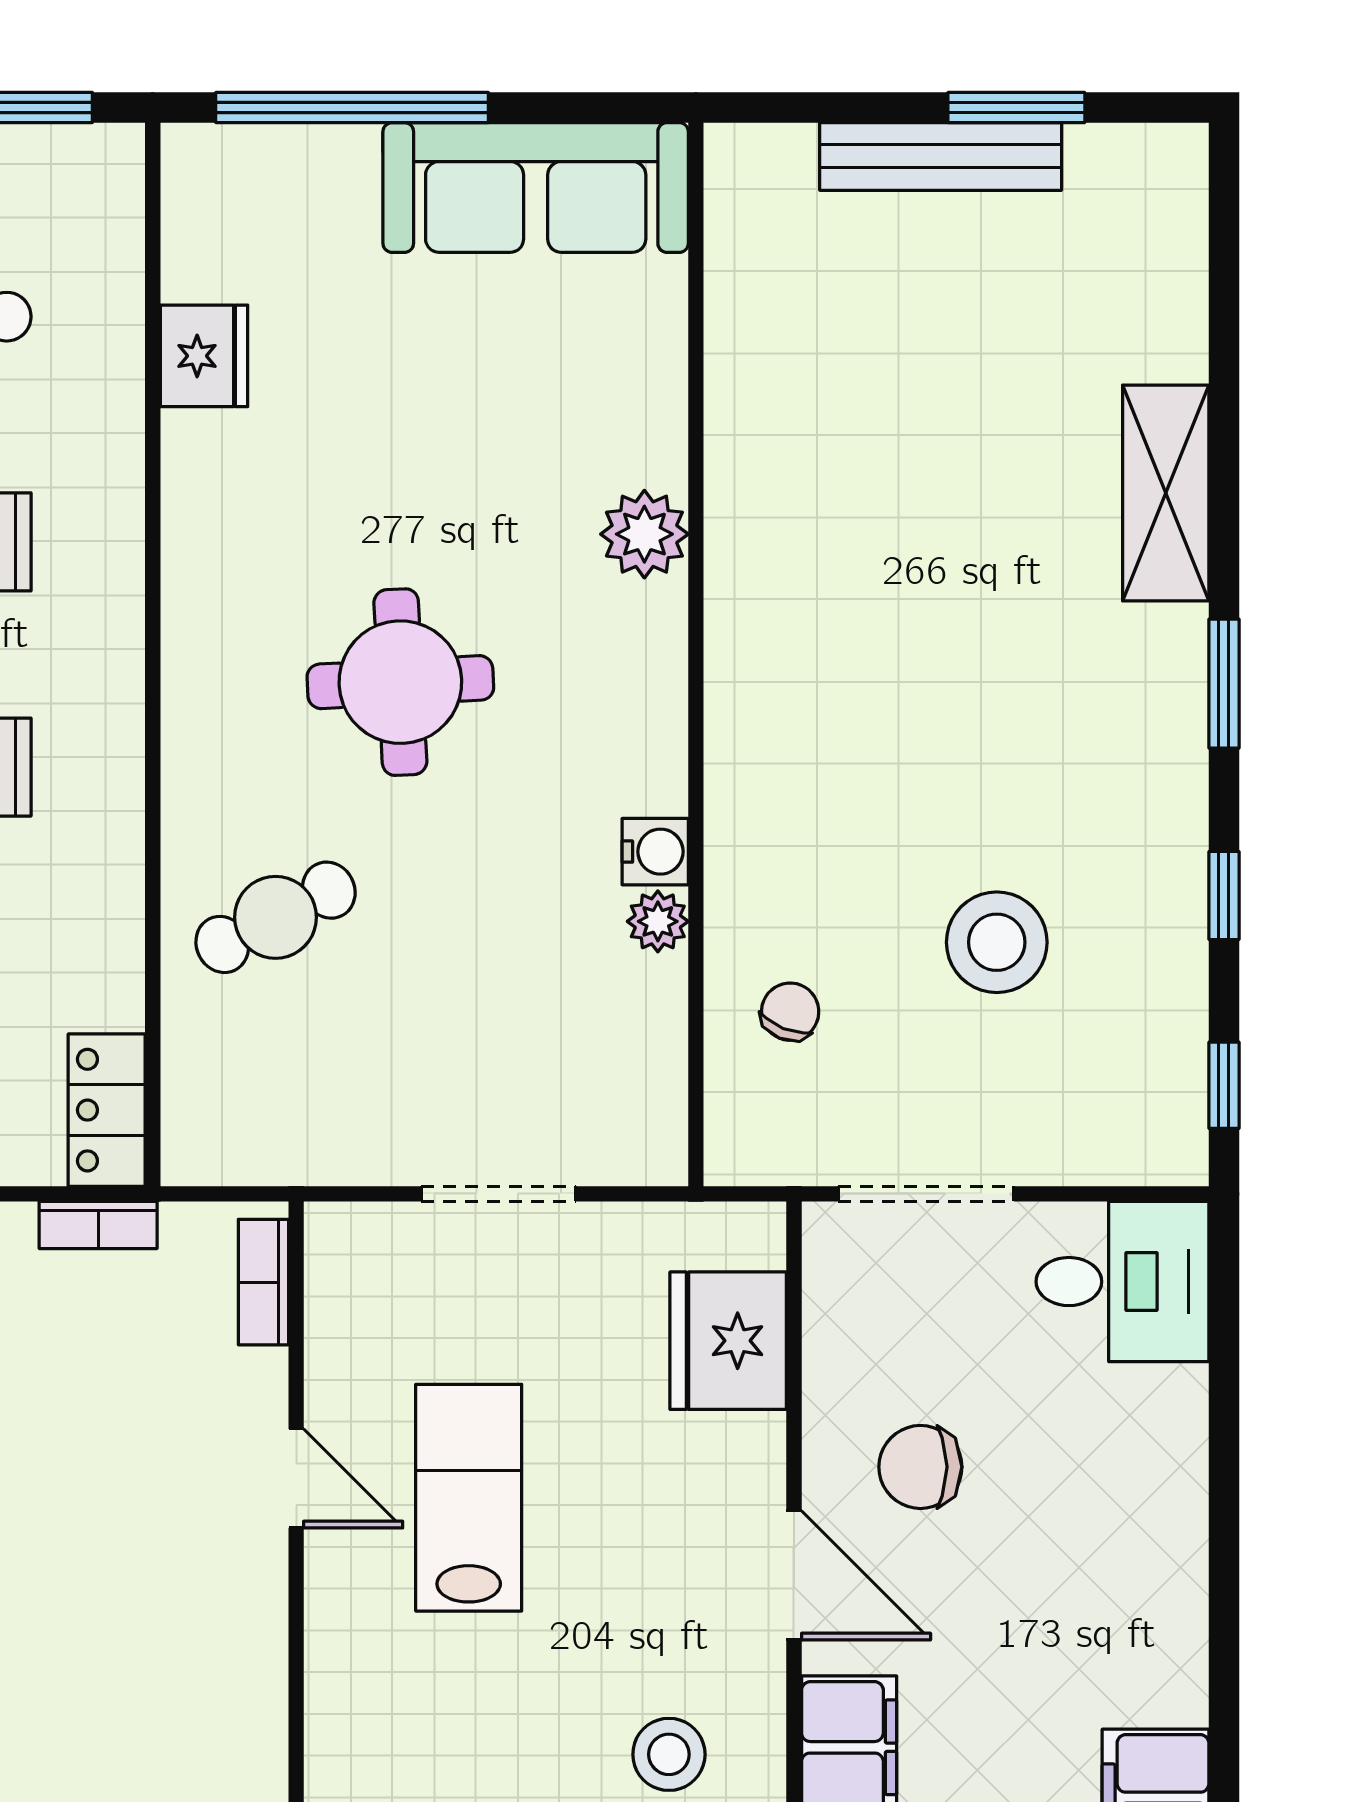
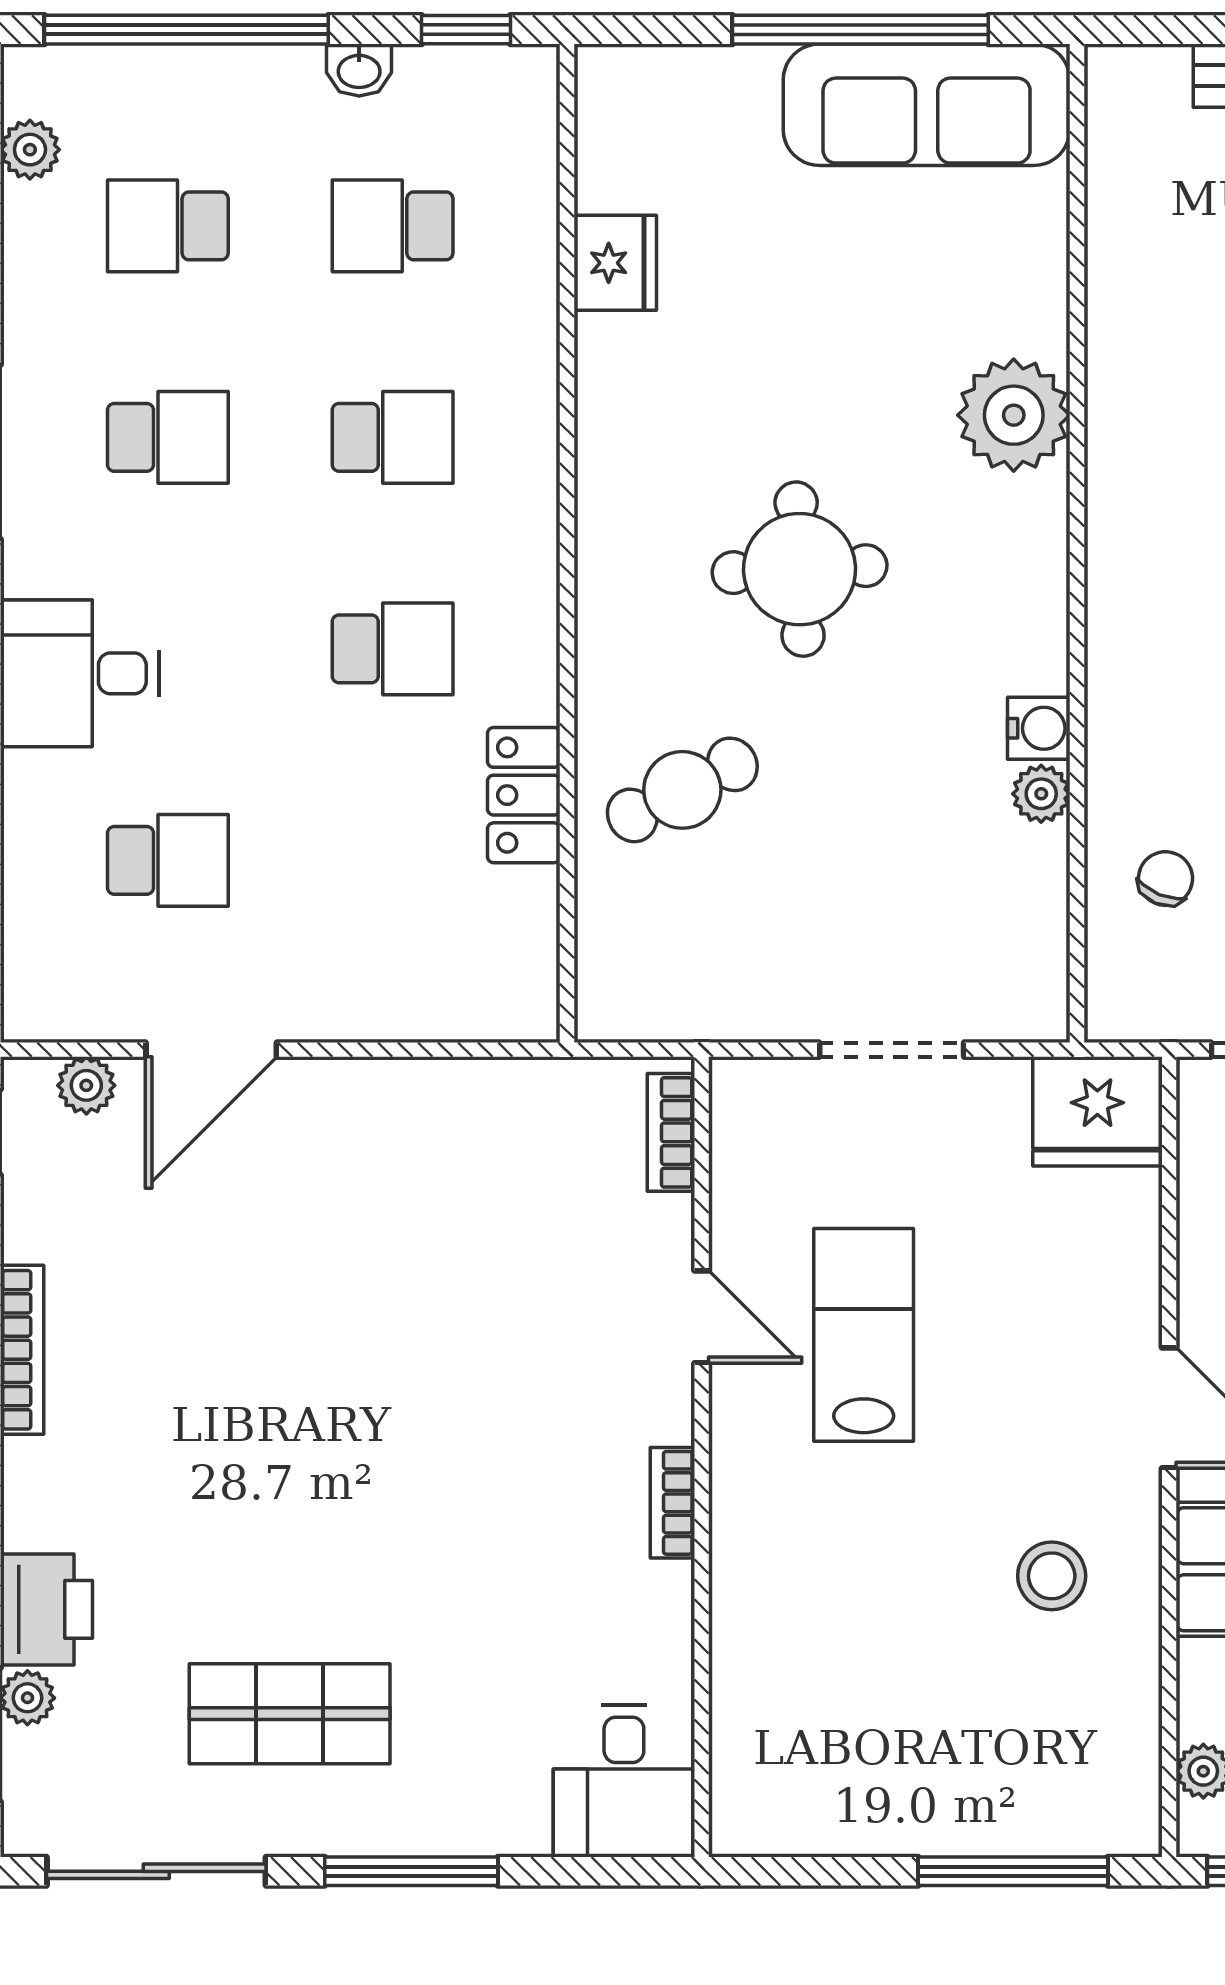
window: (352, 108) -> (860, 30), moved
plant: (644, 534) -> (1014, 415), width x1.36, depth x1.36
locker: (107, 1110) -> (524, 795), moved
bookcase: (98, 1225) -> (672, 1503), moved, turned 90
fridge: (728, 1341) -> (1097, 1111), moved, turned -90

